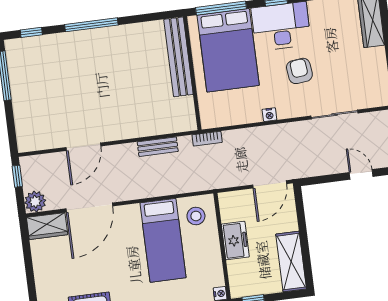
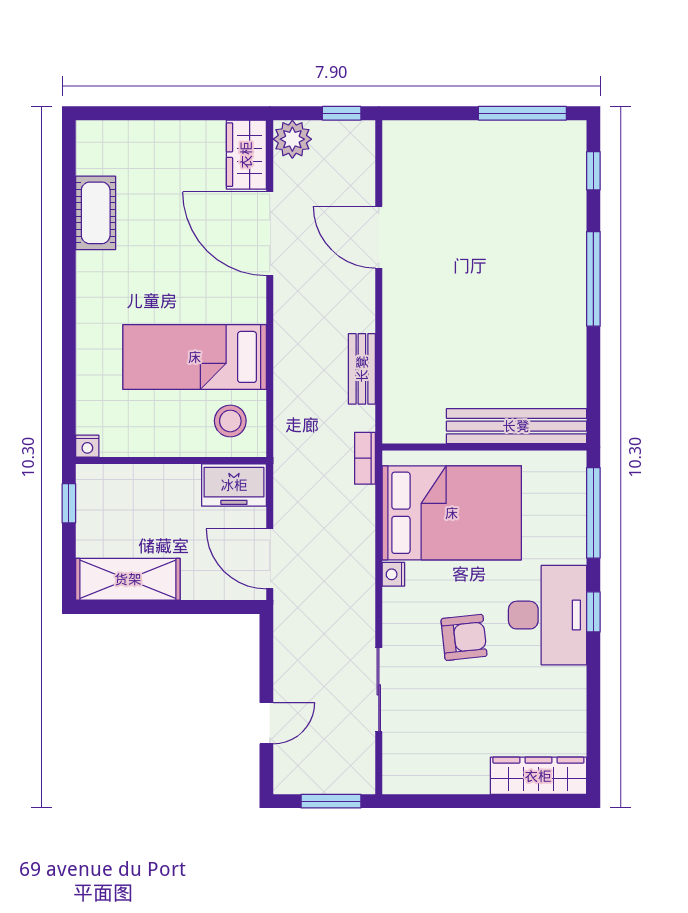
bed: (228, 50) -> (452, 513), moved, turned 180
freezer: (235, 241) -> (234, 485), moved

